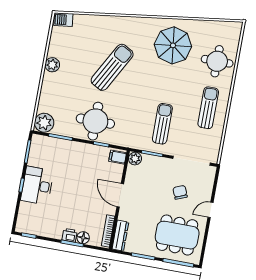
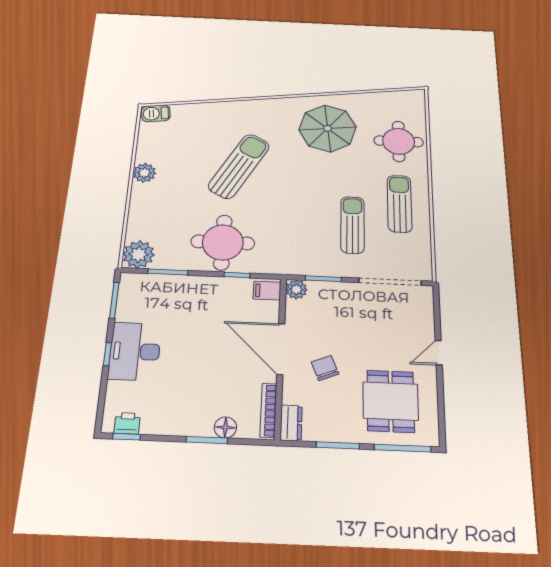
sun lounger: (162, 124) -> (352, 225), moved
chair: (180, 192) -> (325, 368), moved
door: (120, 195) -> (281, 349), width x1.36
printer: (70, 235) -> (127, 423), moved
dining table: (177, 235) -> (391, 401), width x0.73
dresser: (120, 236) -> (291, 423), width x0.70

